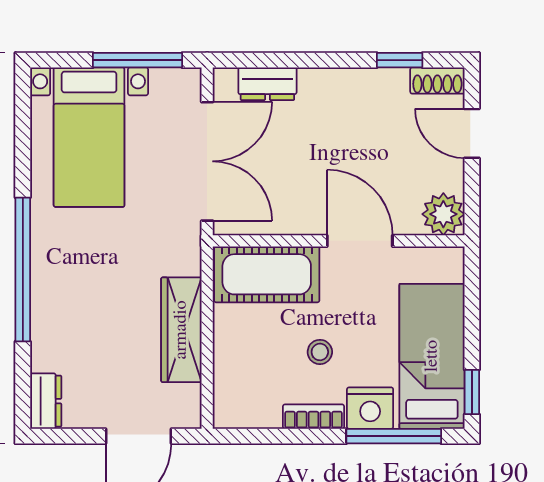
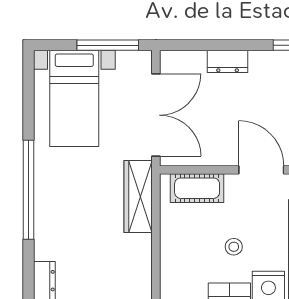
dresser: (267, 84) -> (228, 61), moved
cot: (267, 274) -> (197, 188), width x0.73, depth x0.75
wardrobe: (181, 330) -> (138, 196), moved

